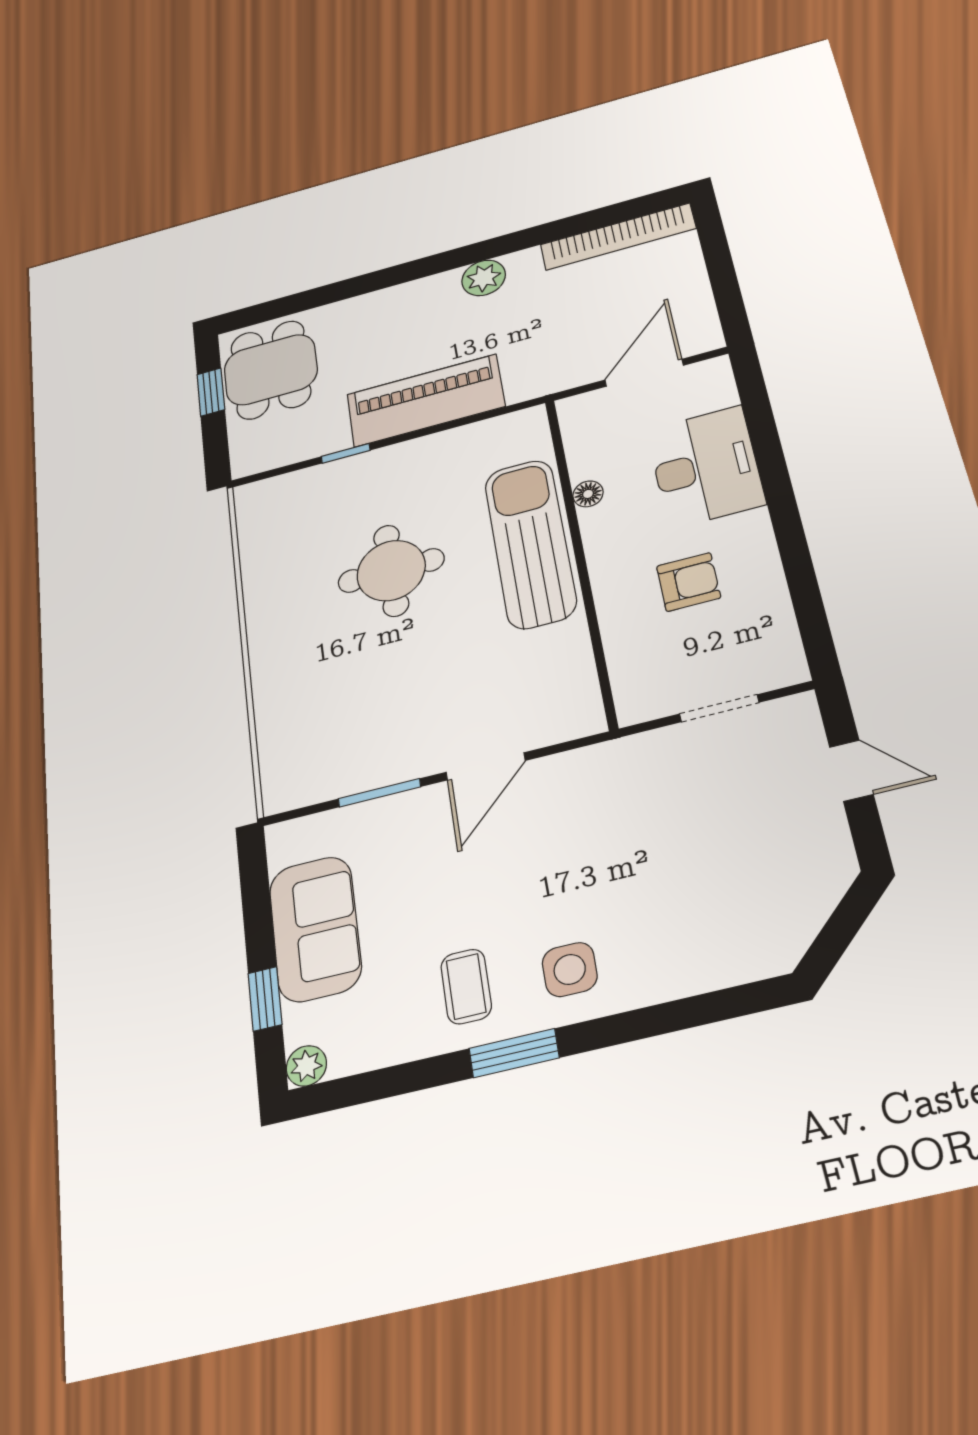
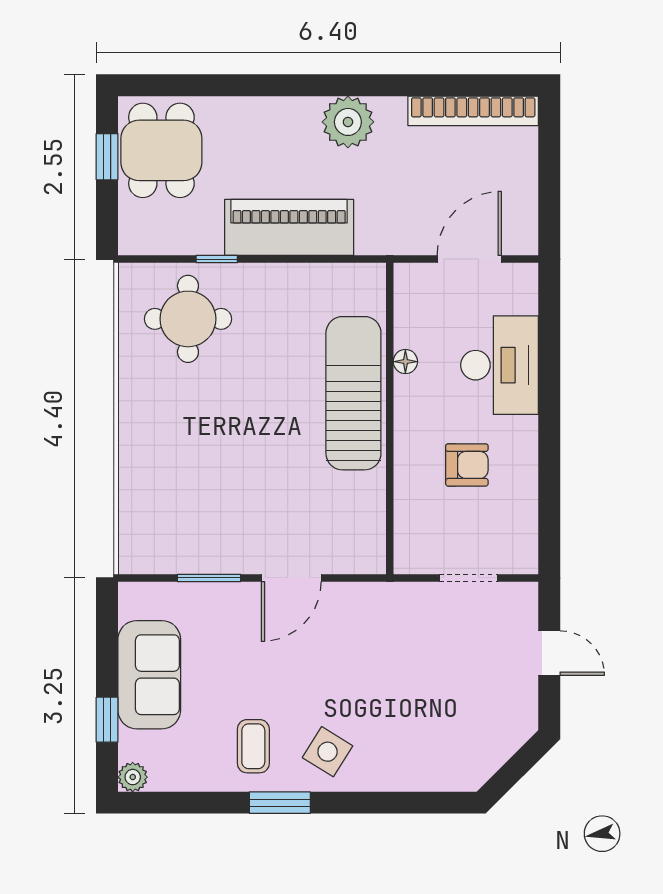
plant: (484, 278) -> (348, 122), width x1.36, depth x1.36
round table: (391, 571) -> (188, 319), moved
side table: (570, 969) -> (328, 752), turned 32

